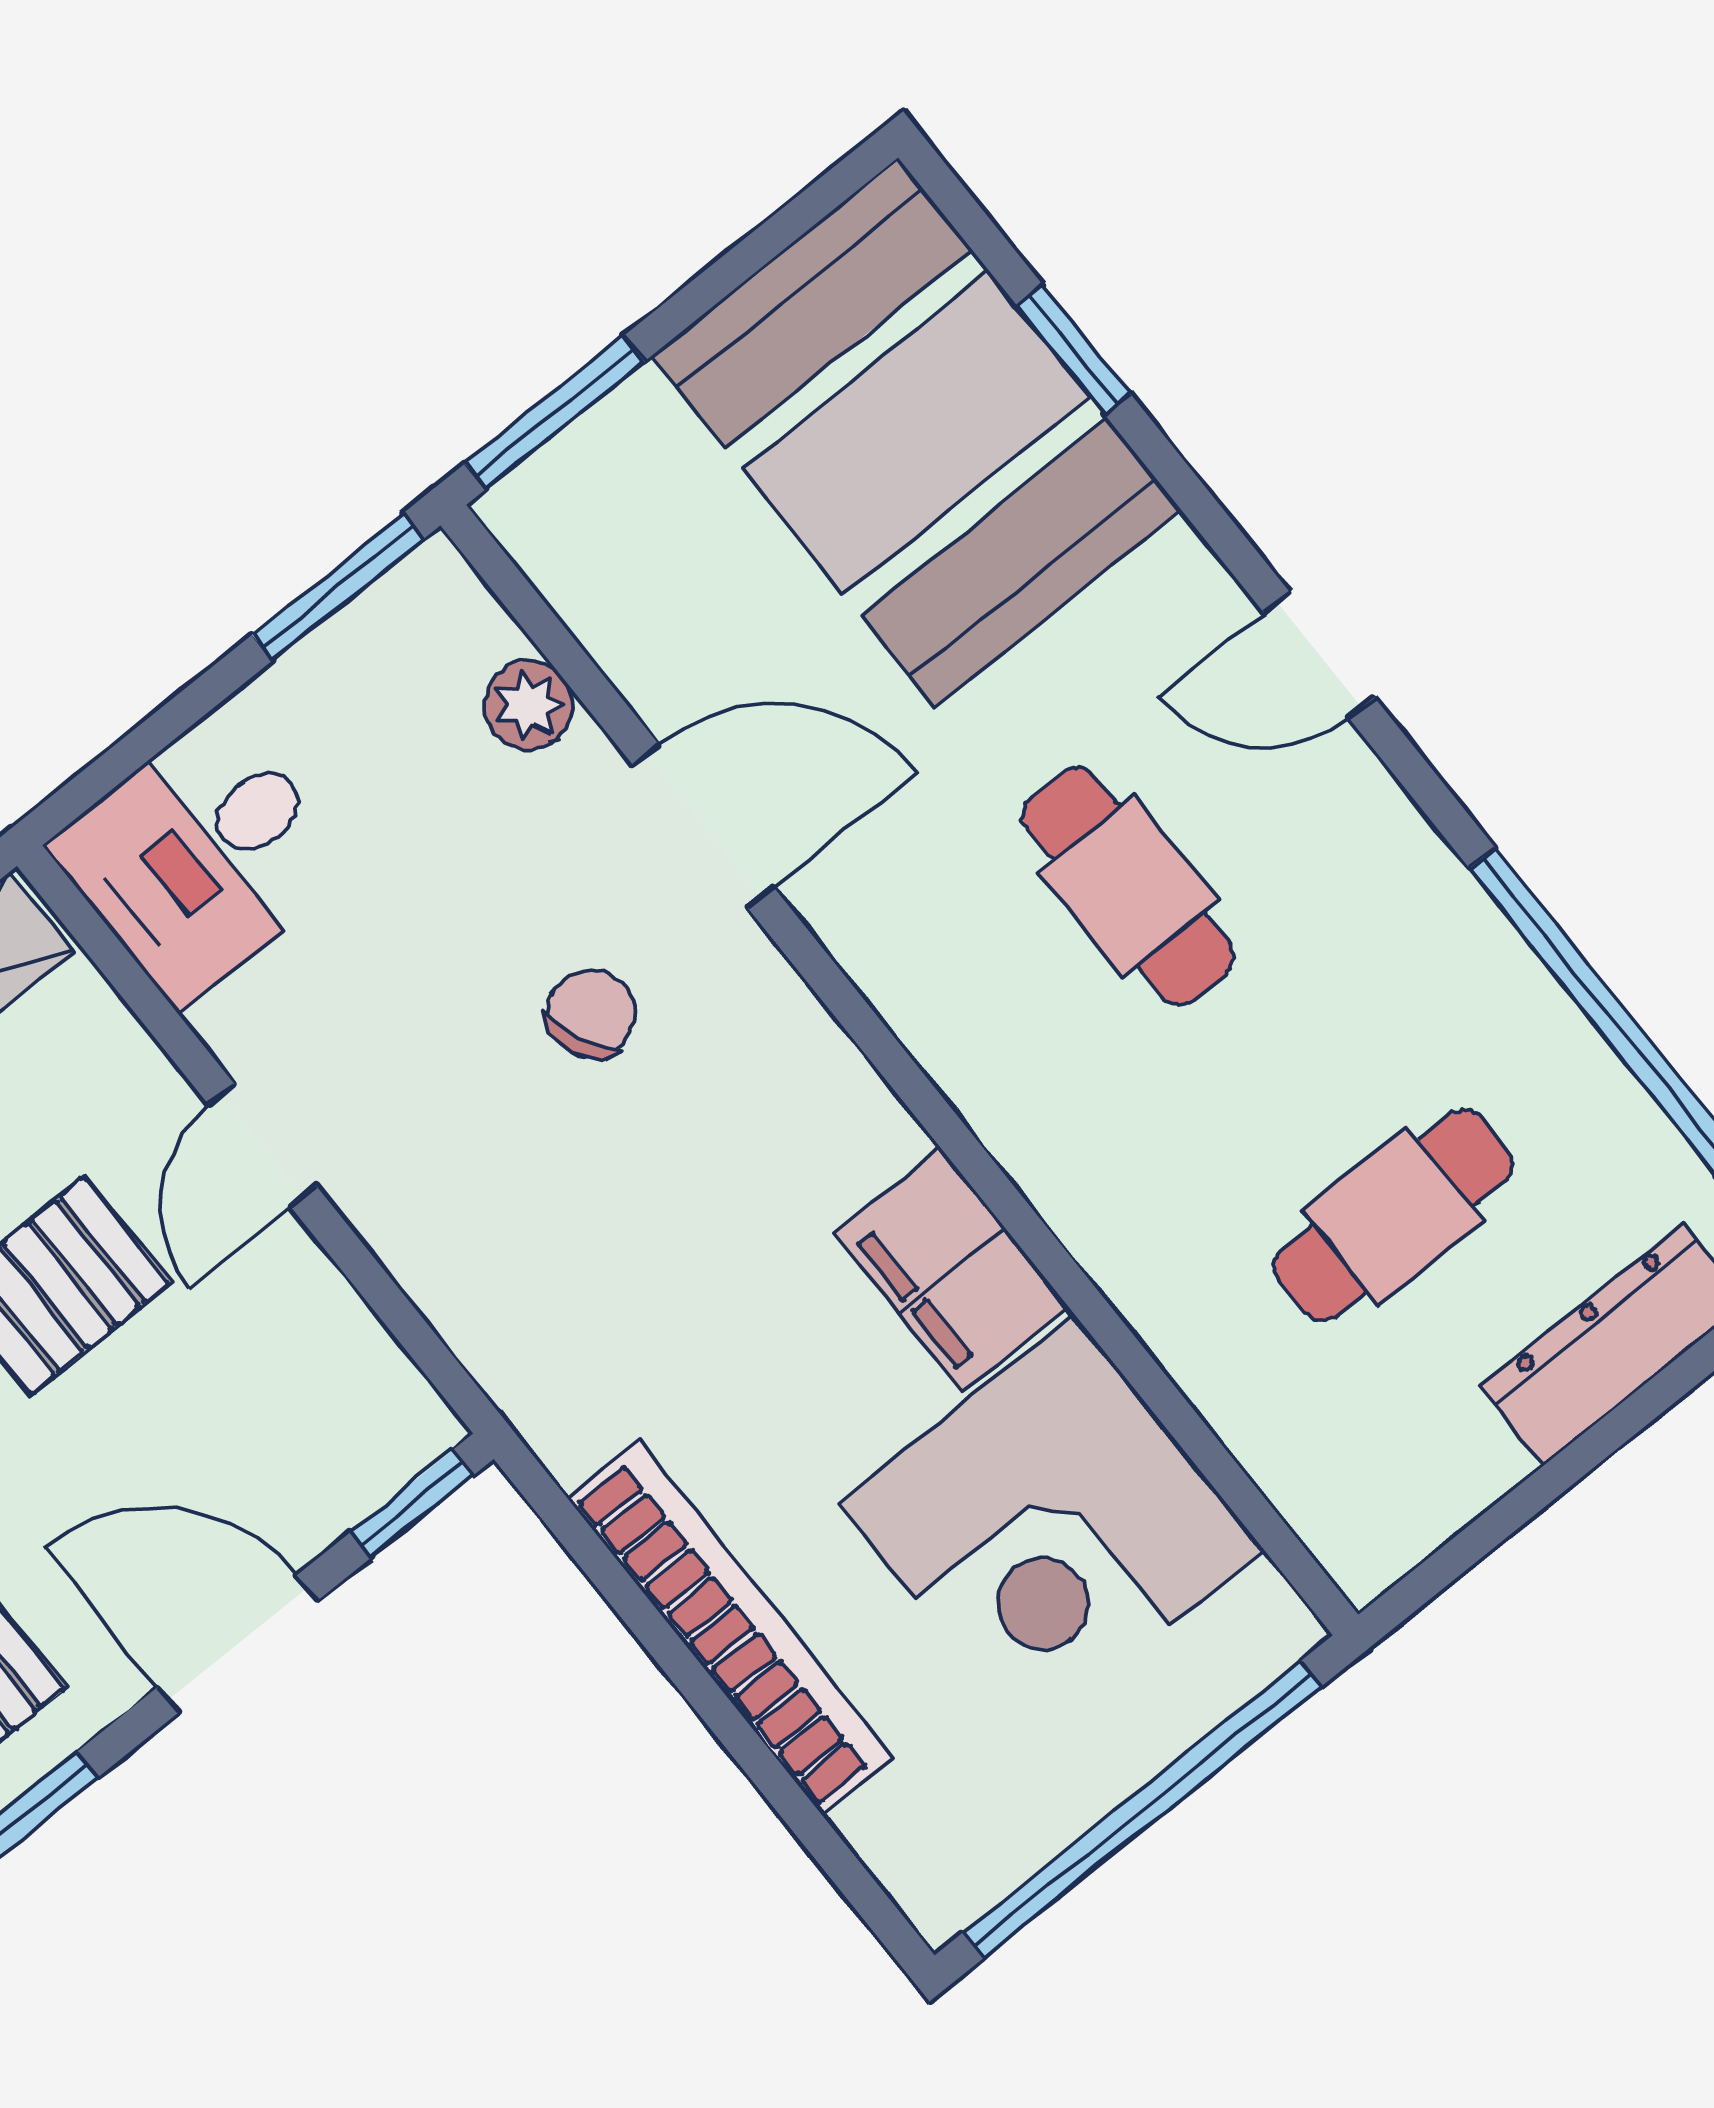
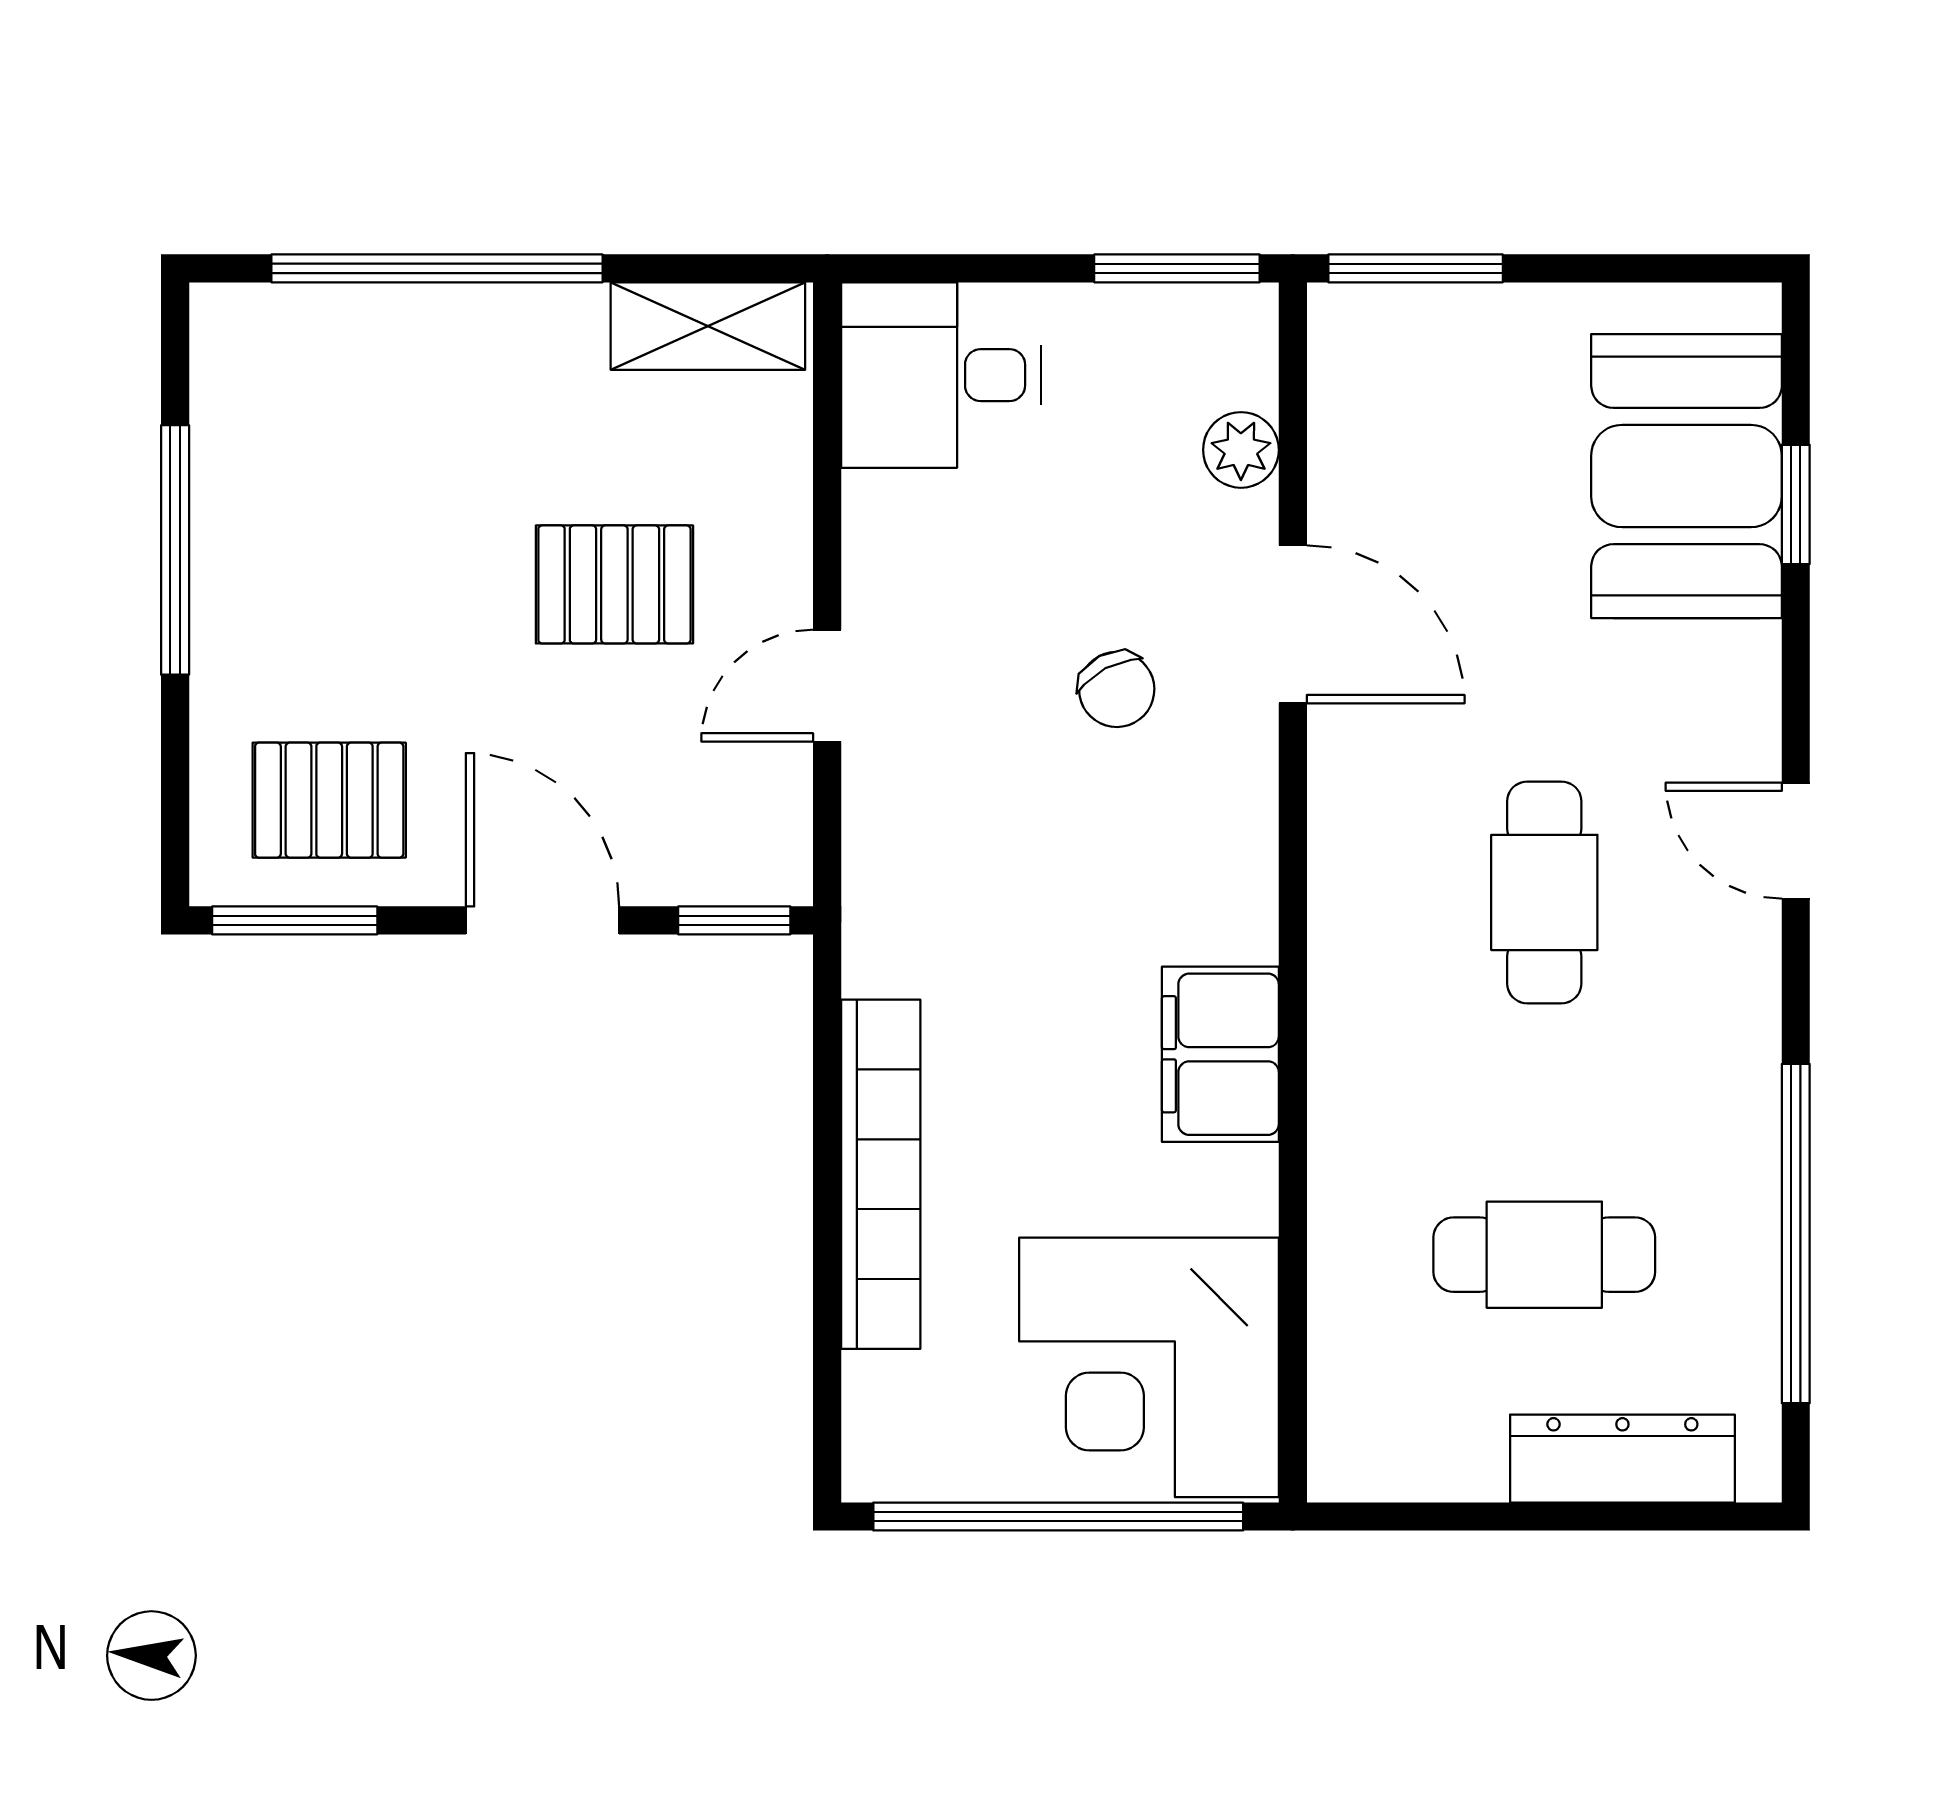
booth: (916, 433) -> (1687, 476), width x0.73, depth x0.70
chair: (591, 1014) -> (1117, 689), turned 87
door: (262, 1145) -> (827, 686), moved
corner desk: (1052, 1527) -> (1149, 1367), moved

